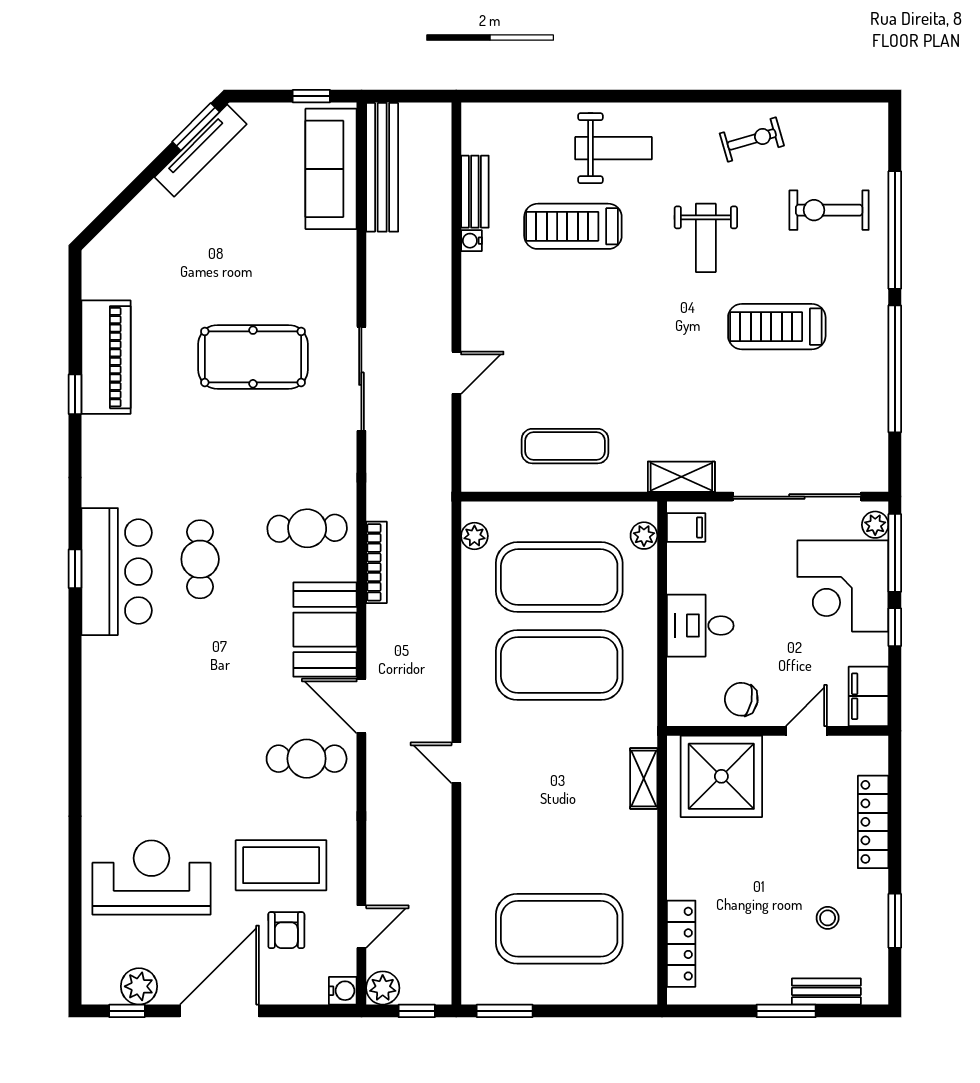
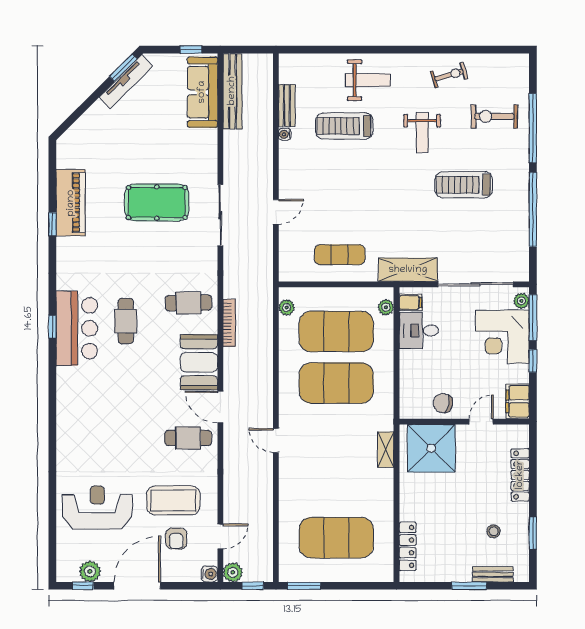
shelving: (681, 477) -> (408, 270), width x1.50, depth x1.33
desk: (700, 626) -> (419, 331), moved

